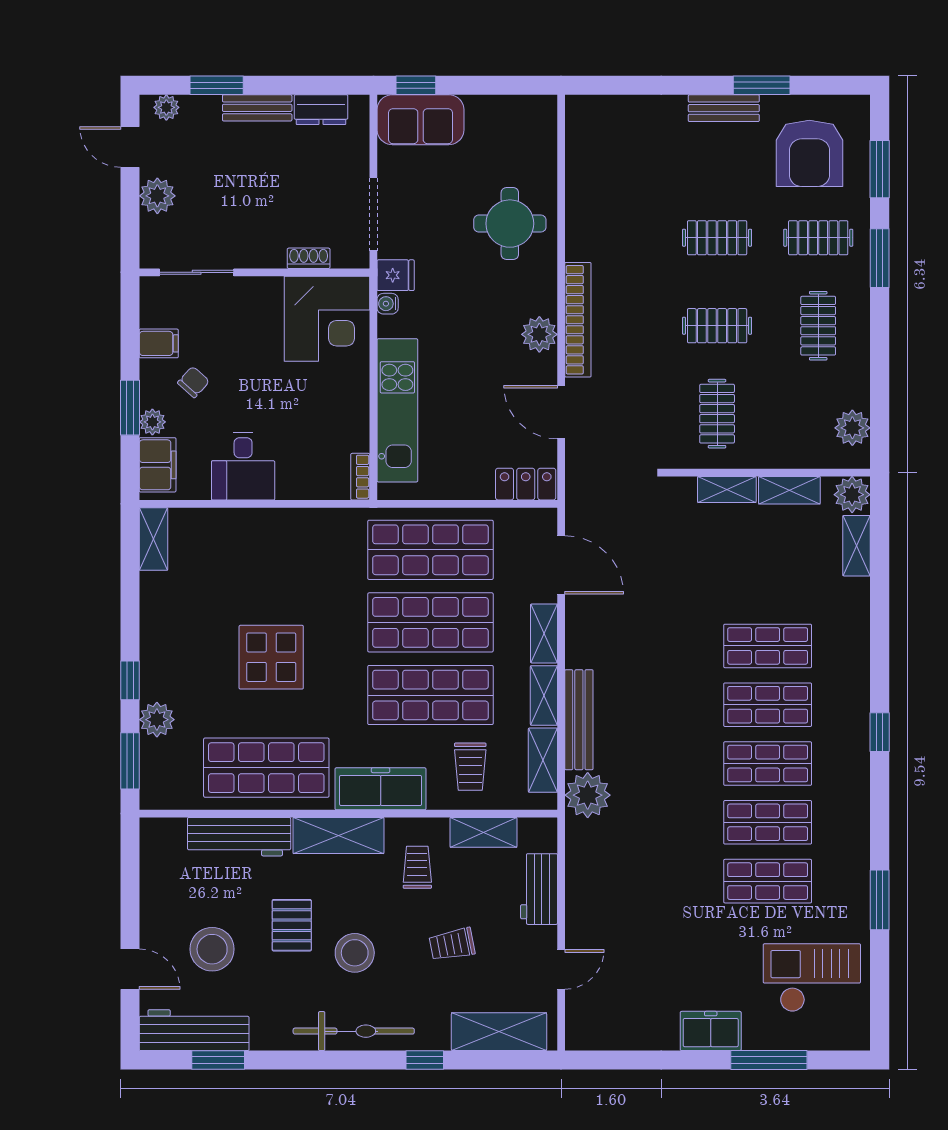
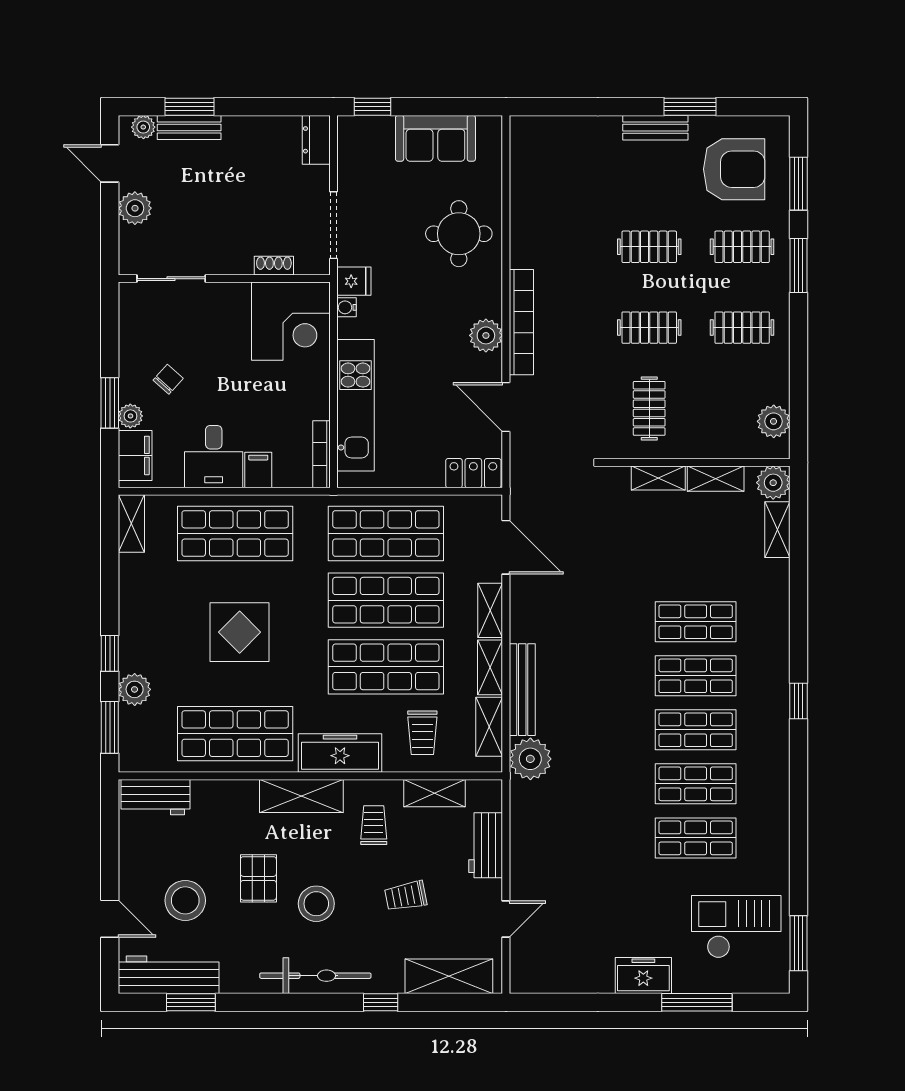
bench: (257, 108) -> (189, 127), moved
dresser: (321, 110) -> (316, 140), moved, turned 90
sofa: (421, 120) -> (435, 138), moved
armchair: (809, 153) -> (734, 169), turned -90
clothes rail: (818, 326) -> (742, 328), turned 90
filing cabinet: (159, 343) -> (258, 470), moved, turned -90
bookcase: (360, 477) -> (321, 454), width x1.56
shop shelf: (266, 550) -> (235, 533), added
workbench: (239, 837) -> (155, 797), moved, width x0.73
window: (880, 900) -> (799, 943), moved

